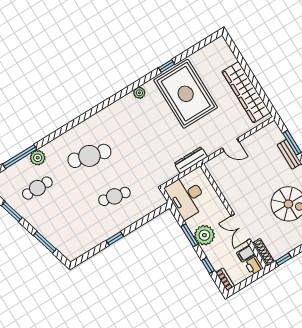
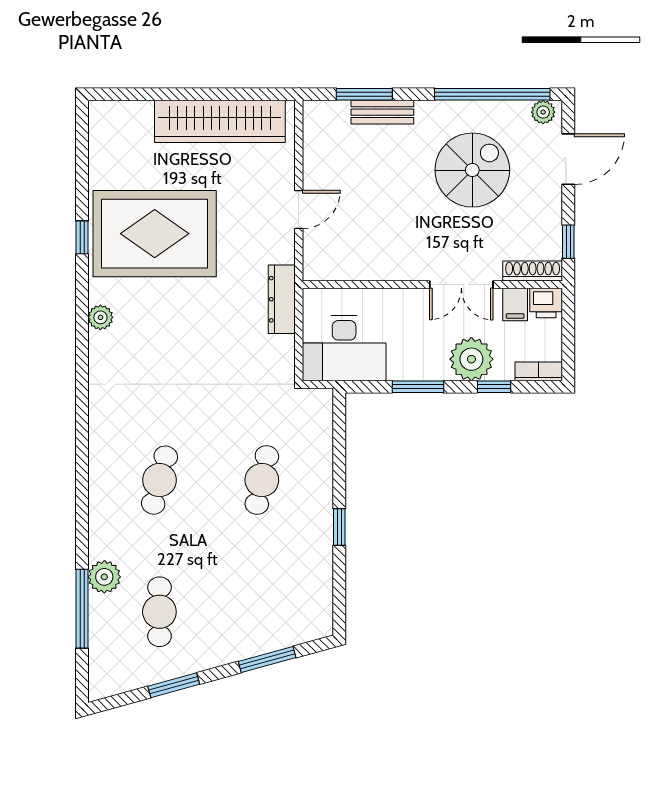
cafe table: (89, 156) -> (159, 480), width x0.73, depth x0.74
plant: (204, 235) -> (471, 359), moved

